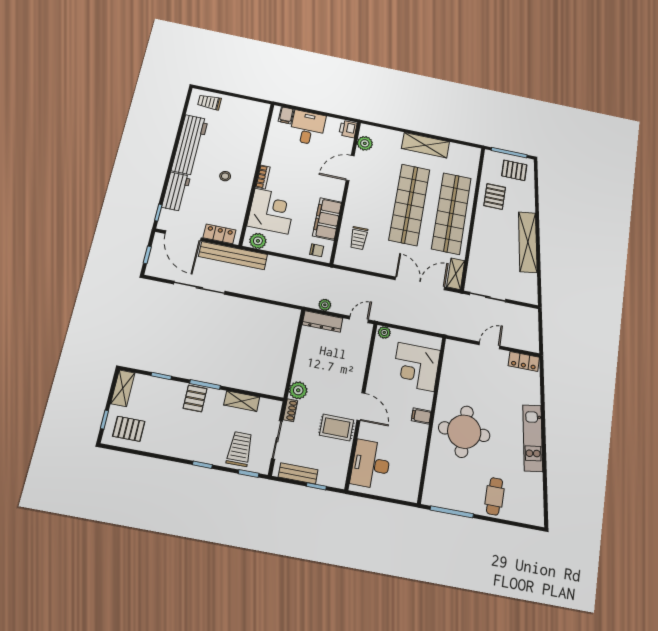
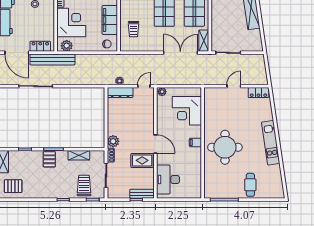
bench: (298, 473) -> (142, 194), moved

